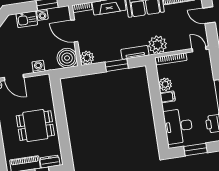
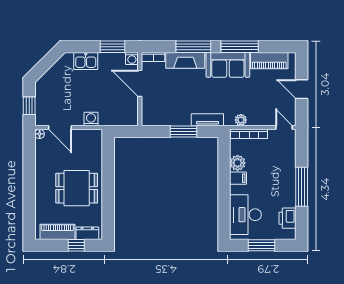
washing machine: (42, 15) -> (132, 59), moved
plant: (158, 45) -> (241, 120), width x0.53, depth x0.53
boiler: (67, 58) -> (126, 114), removed
plant: (87, 58) -> (150, 117), removed

